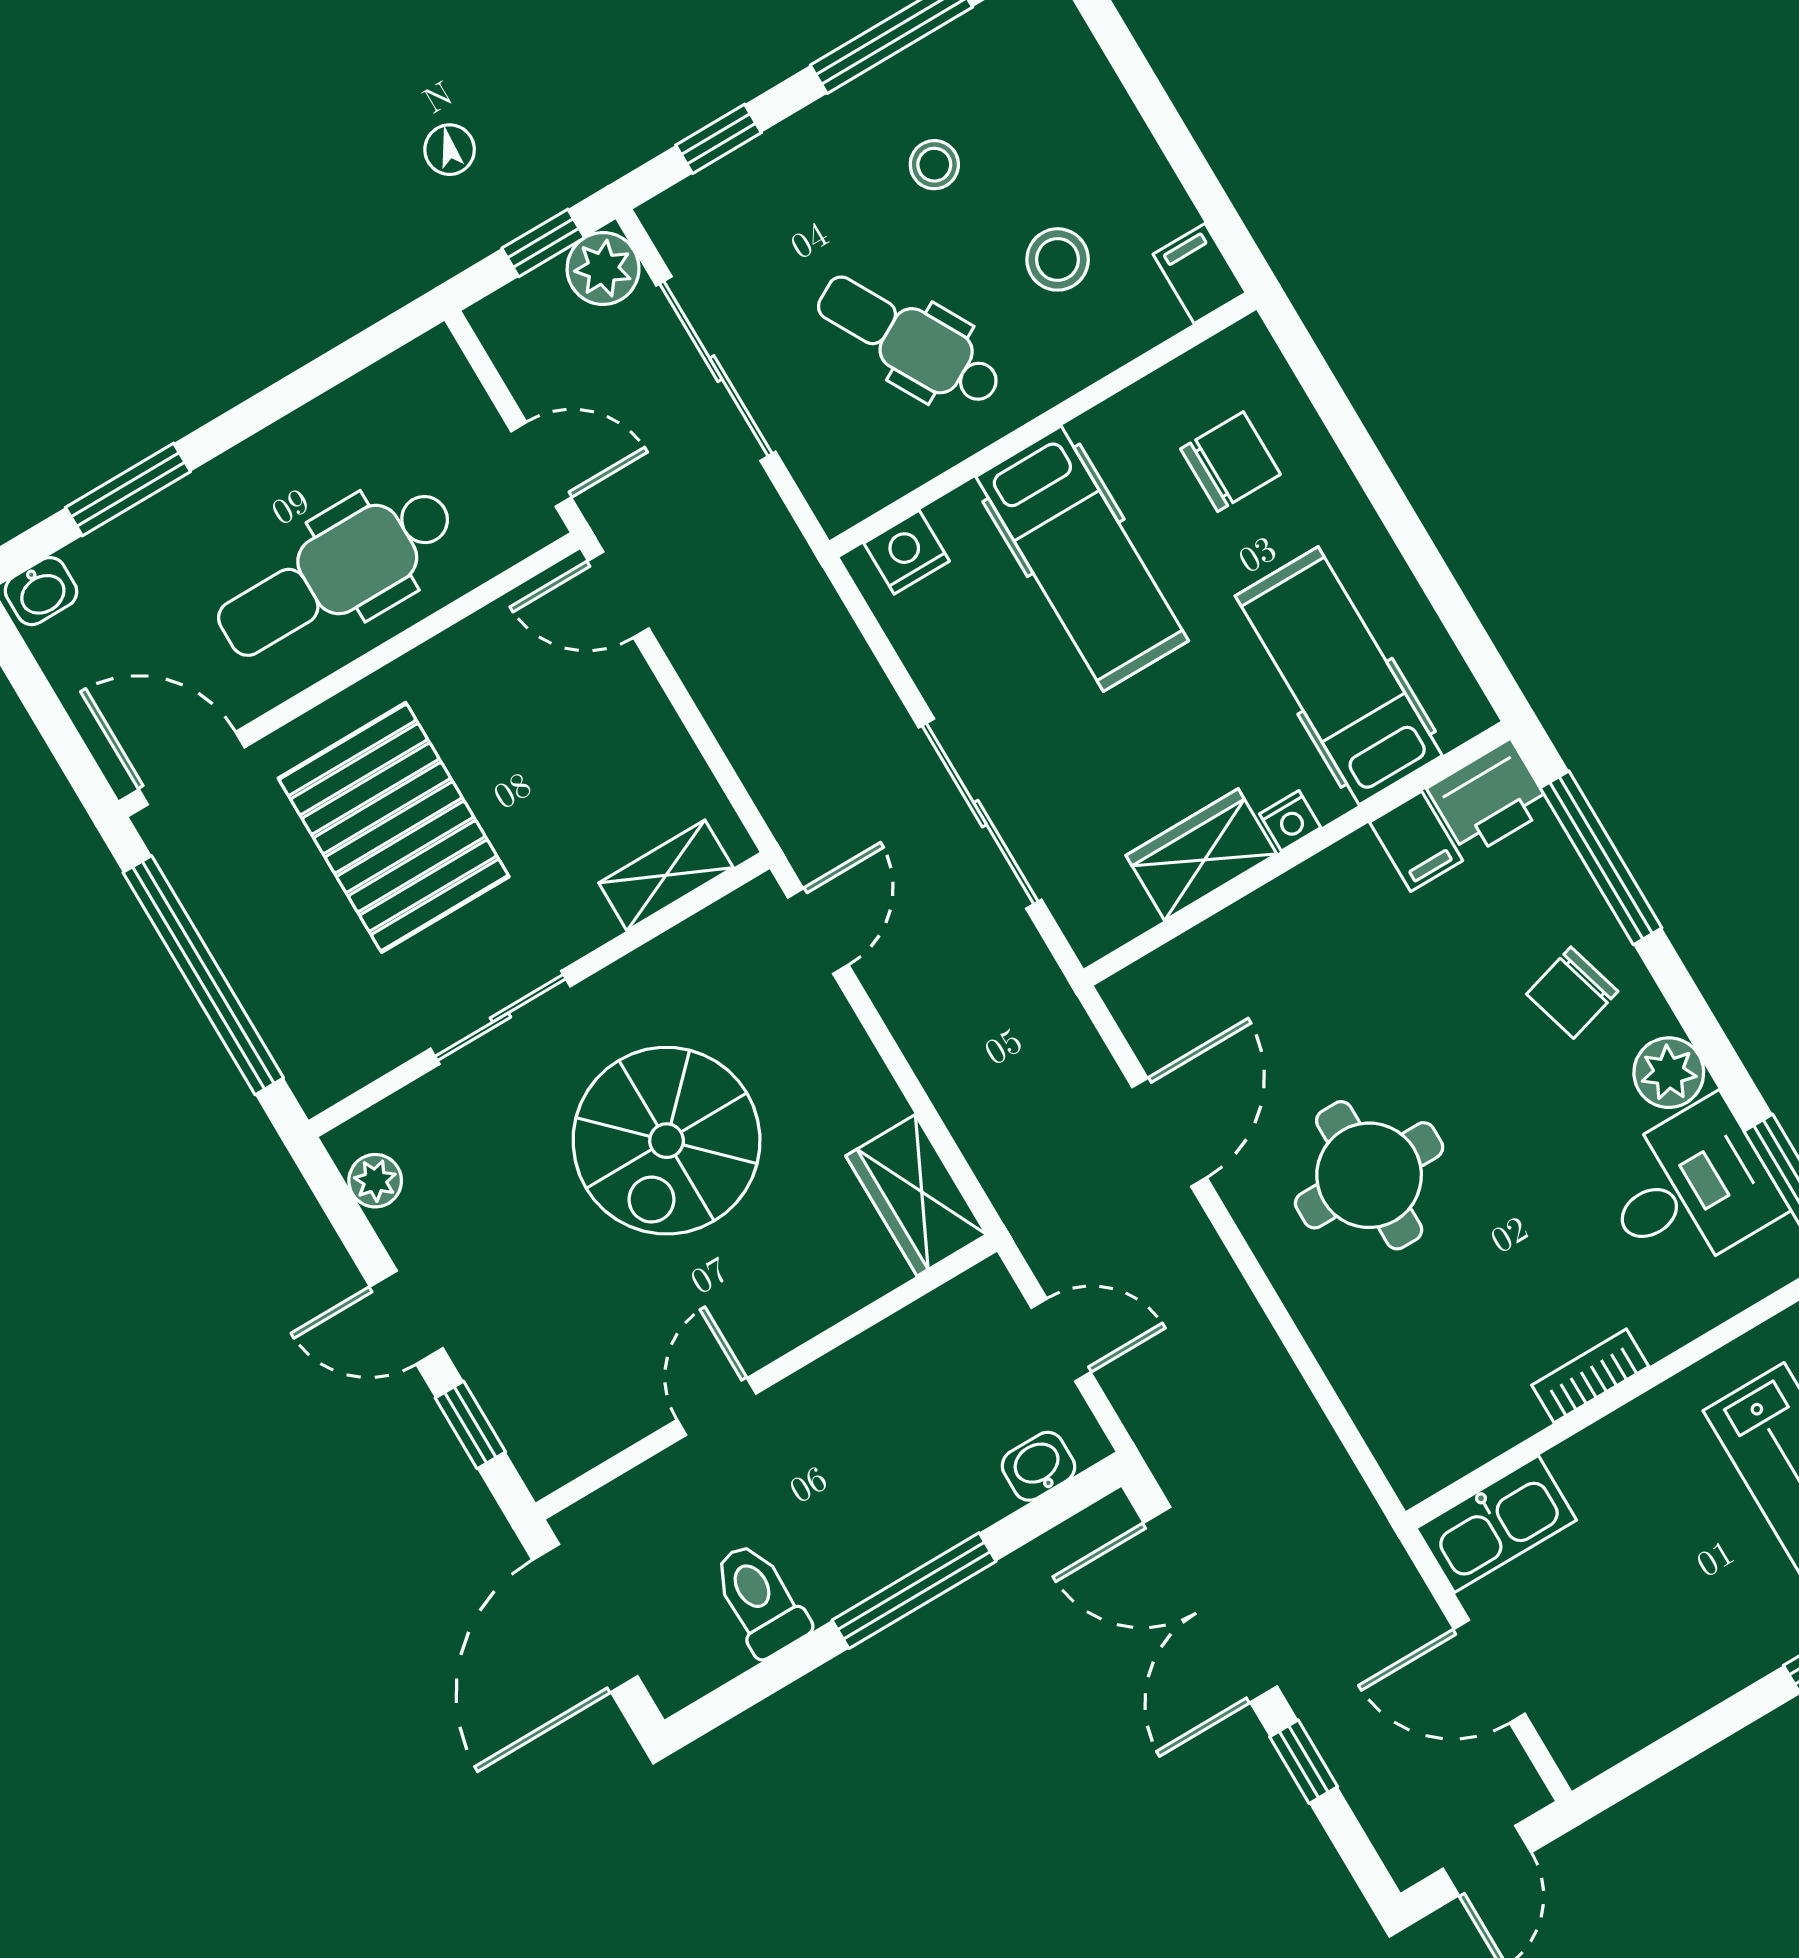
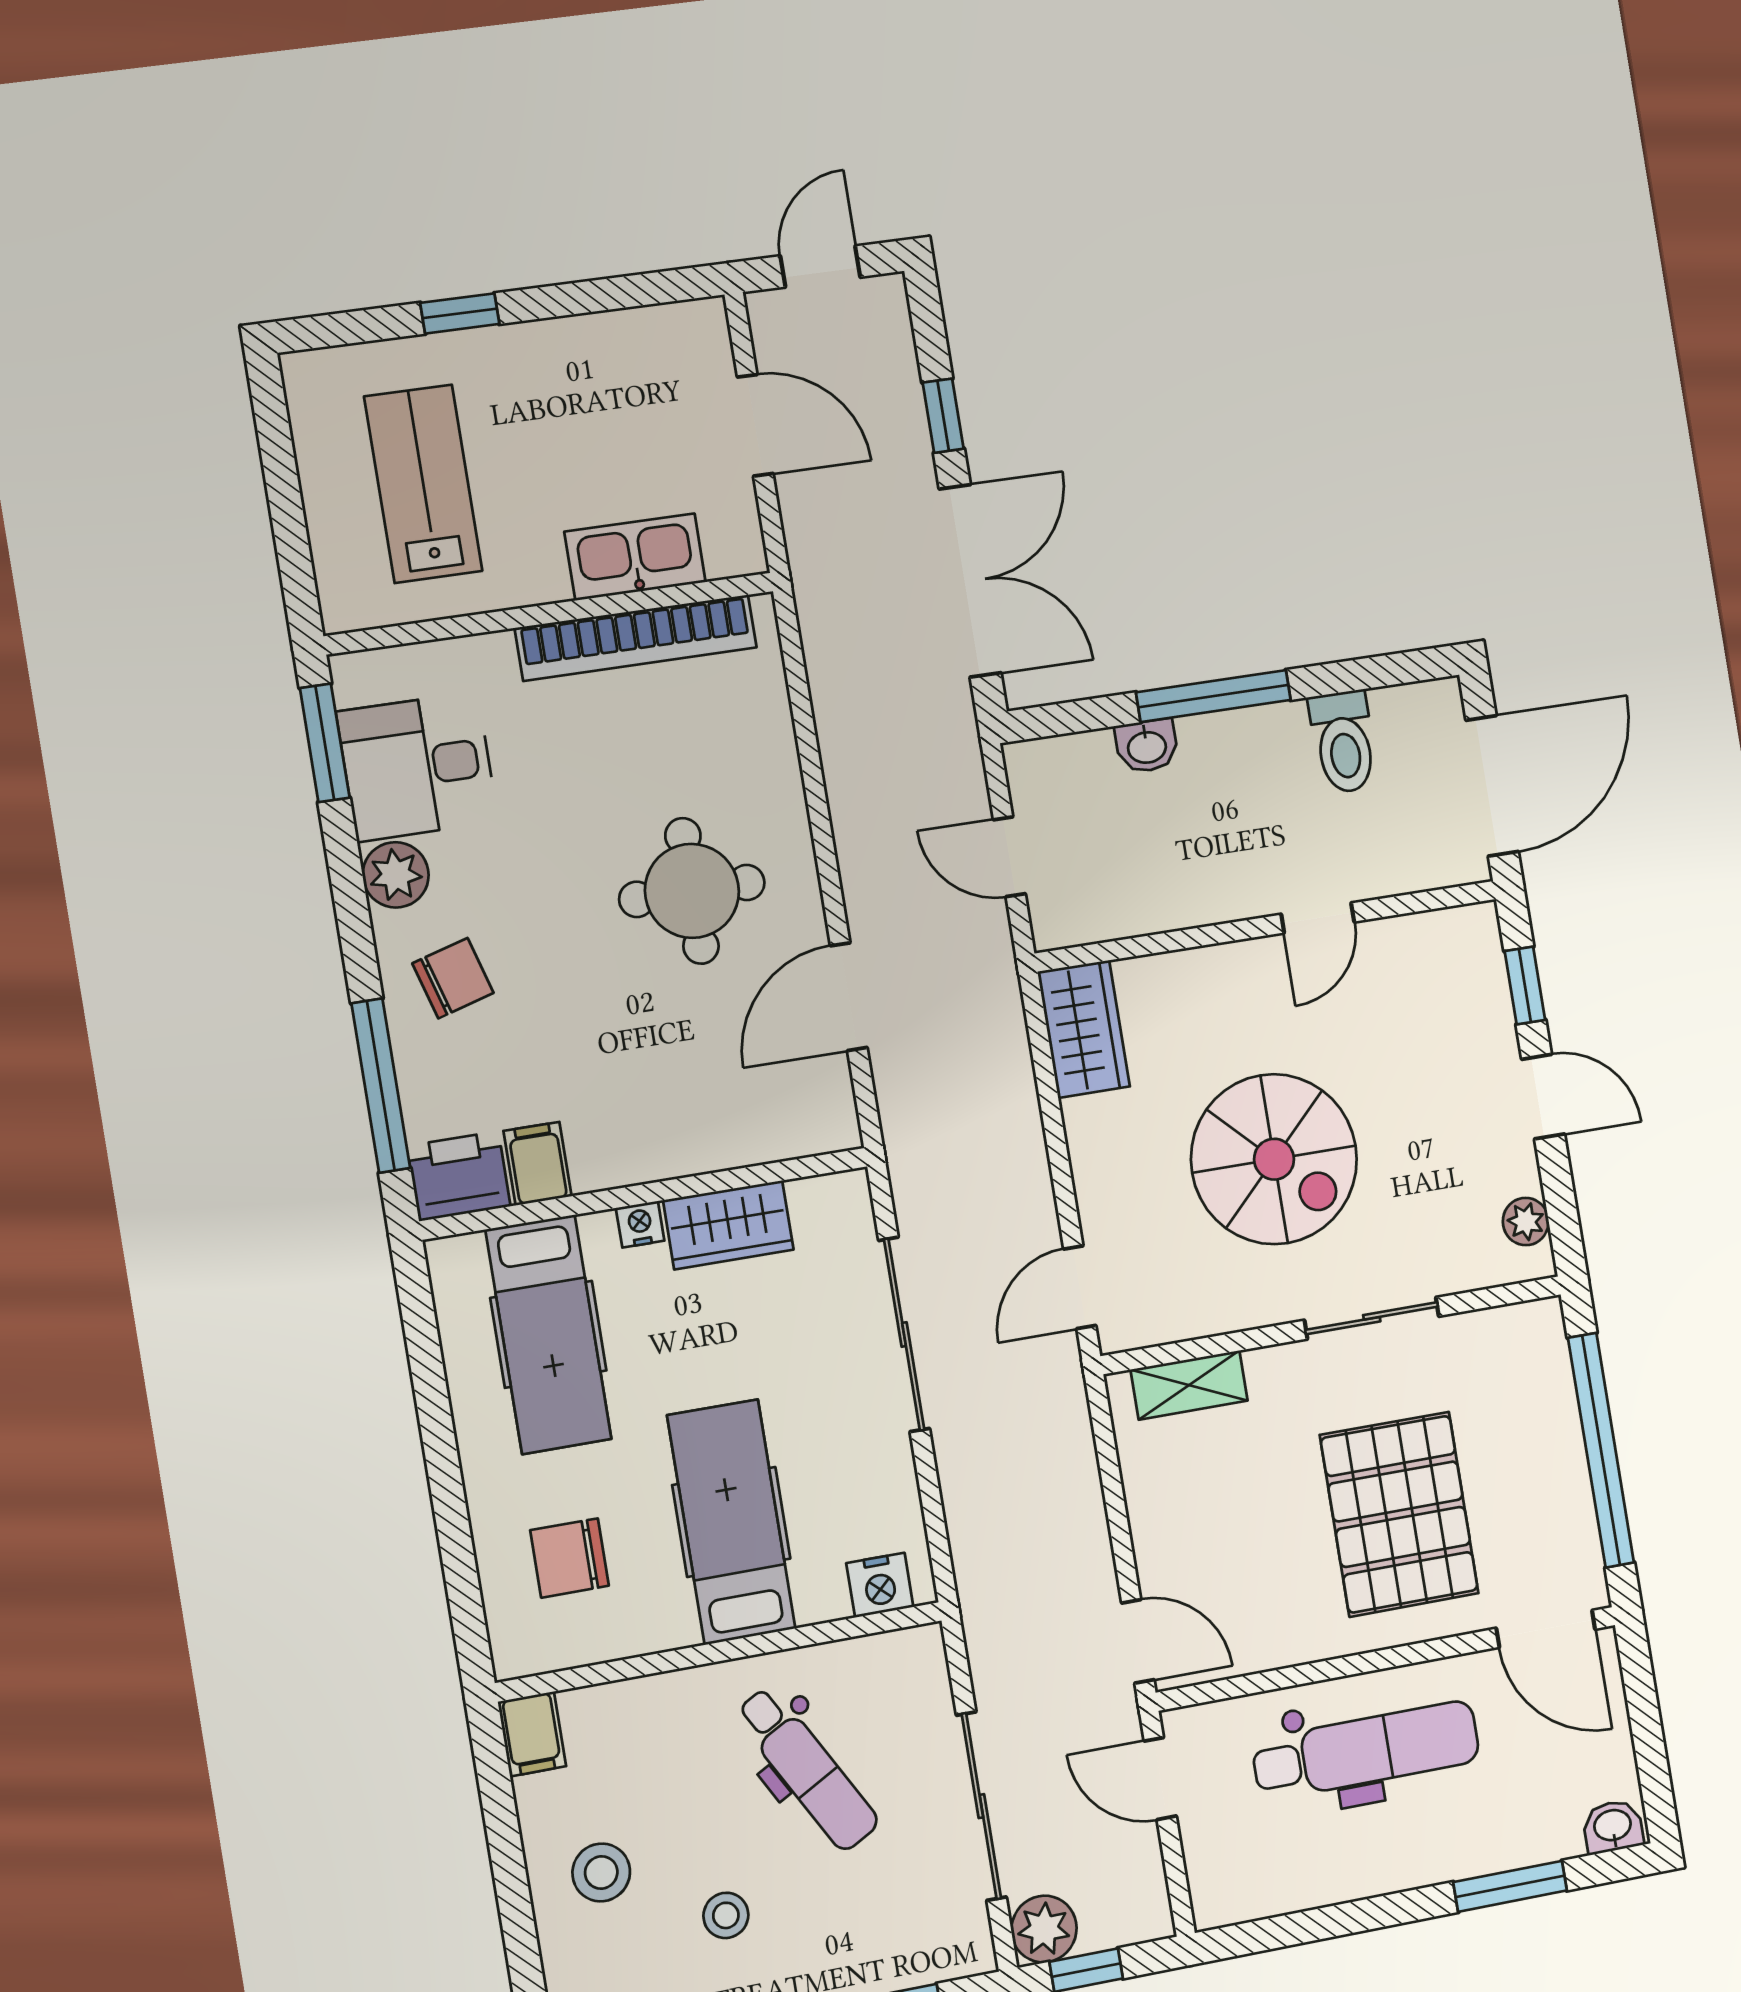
stool: (1058, 259) -> (601, 1872), moved
spiral stairs: (667, 1141) -> (1274, 1159), turned 90
bookcase: (1590, 1376) -> (636, 638), width x2.31, depth x1.31
washbasin: (1038, 1466) -> (1147, 746), moved
kitchen sink: (1496, 1524) -> (635, 557), moved

